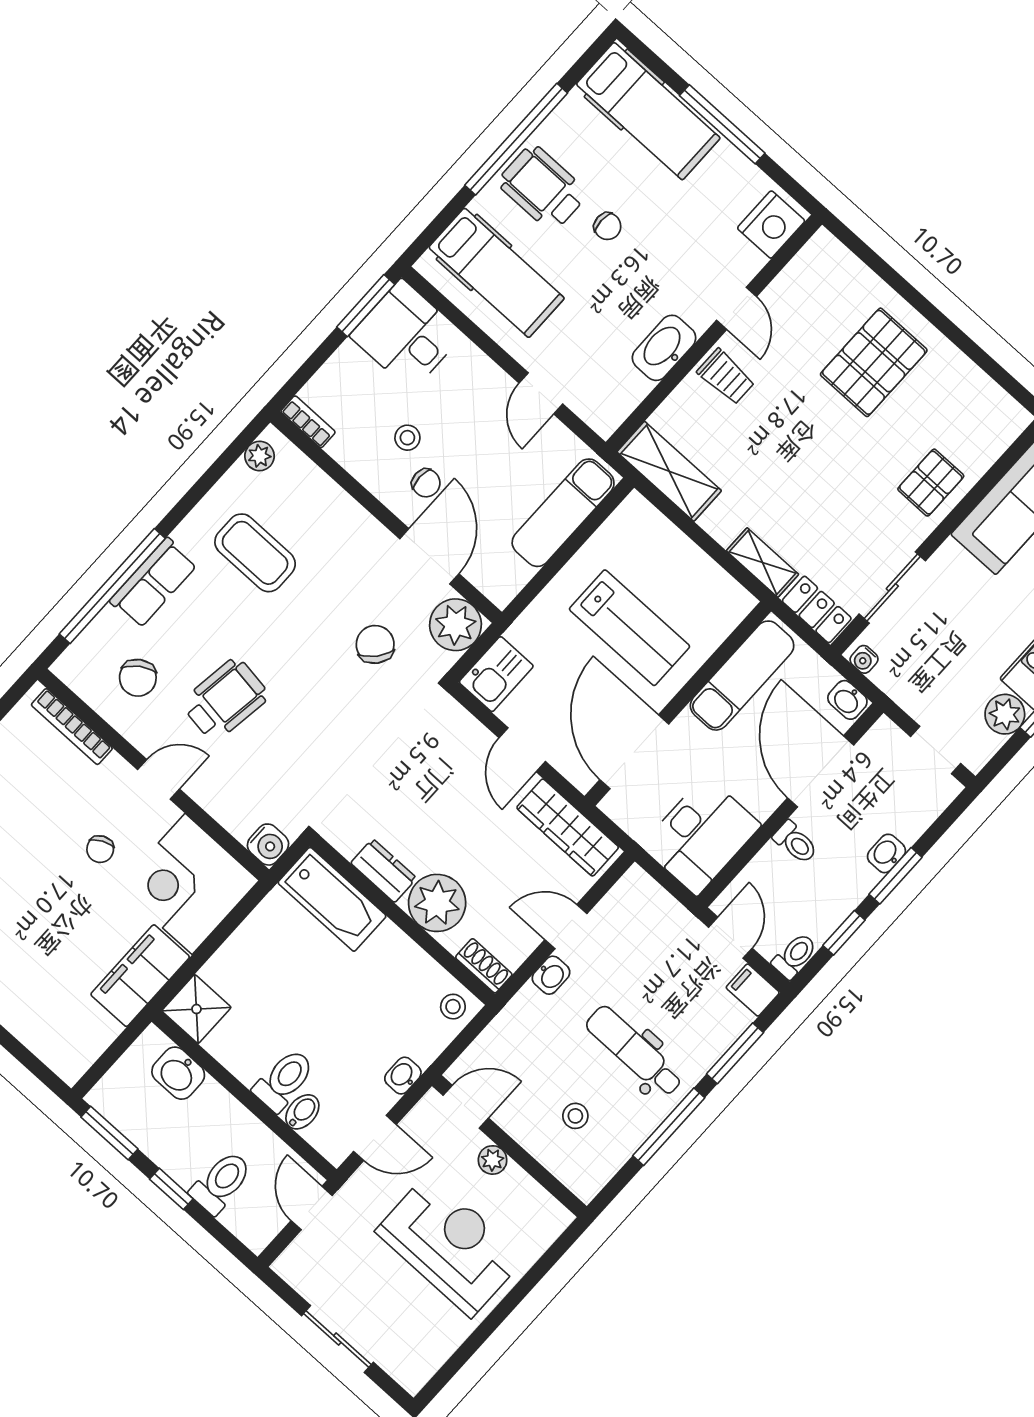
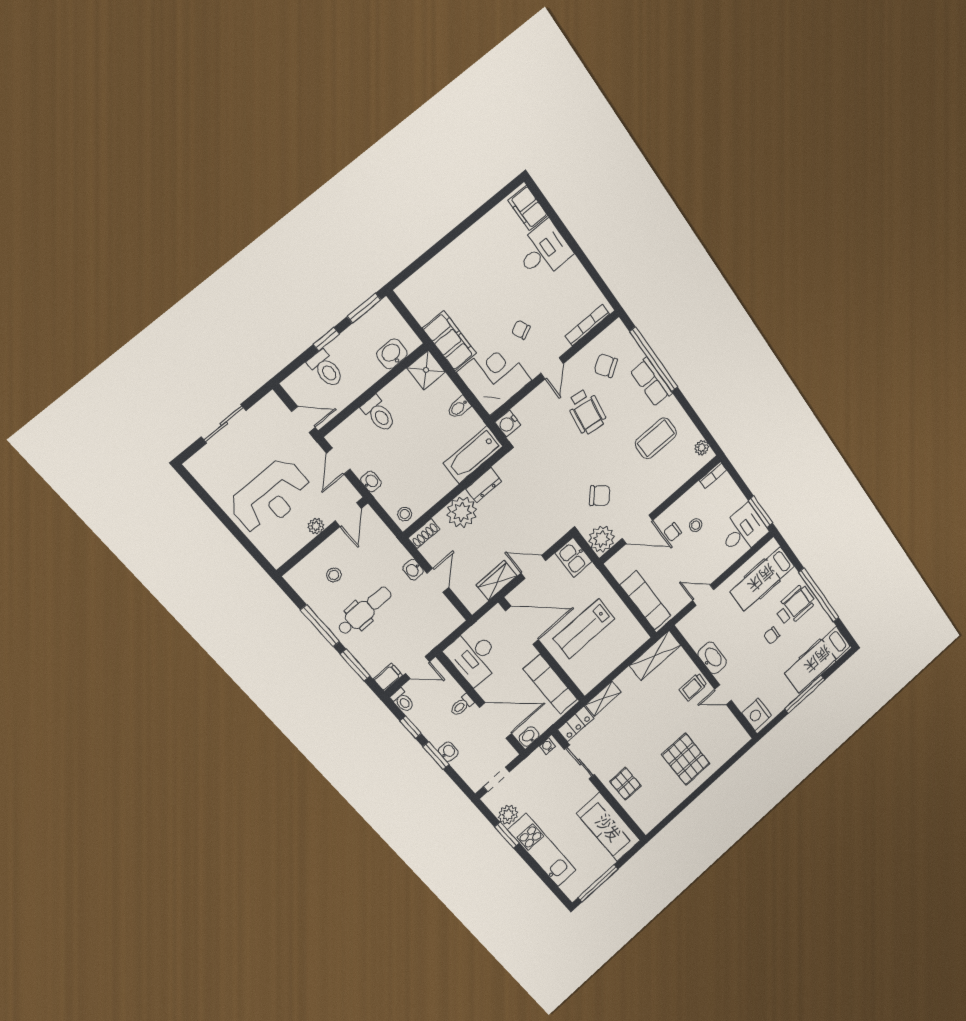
wardrobe: (568, 828) -> (497, 580), width x0.67
bidet: (302, 1112) -> (459, 407), moved, turned 90

